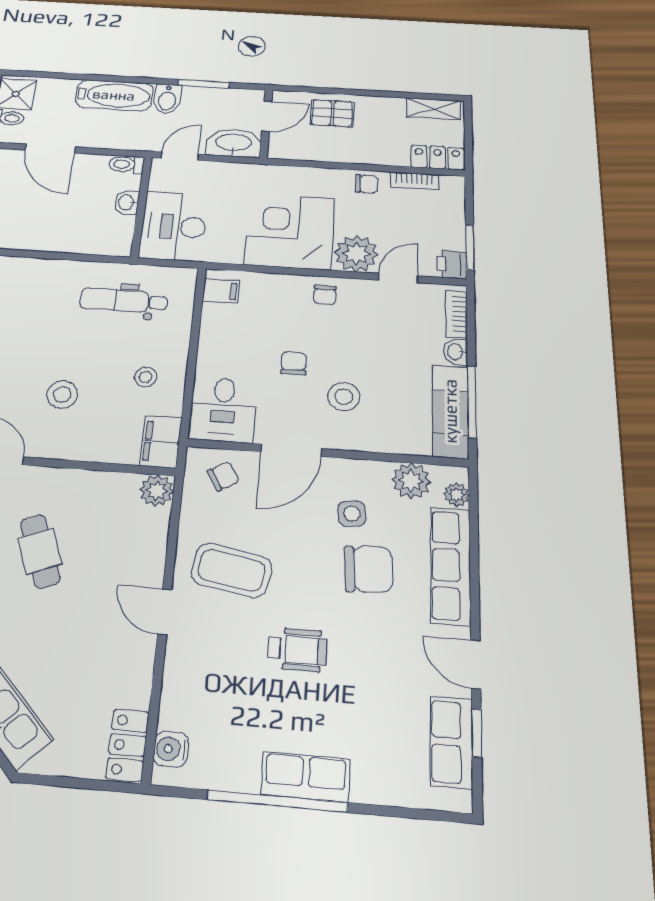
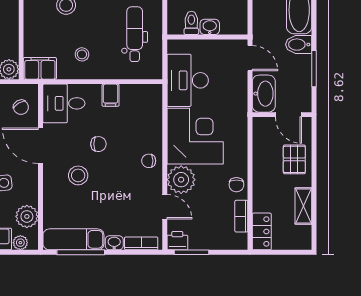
shelving: (434, 109) -> (303, 206), moved
toilet: (126, 164) -> (191, 23), moved
desk: (174, 226) -> (188, 80), moved, turned -90
filing cabinet: (221, 291) -> (111, 95), moved

